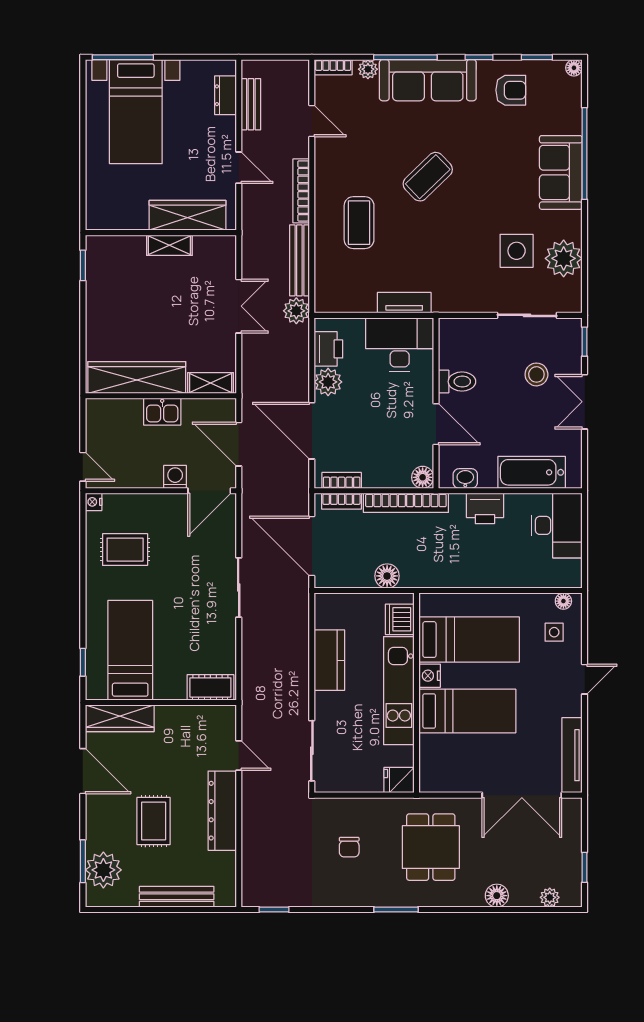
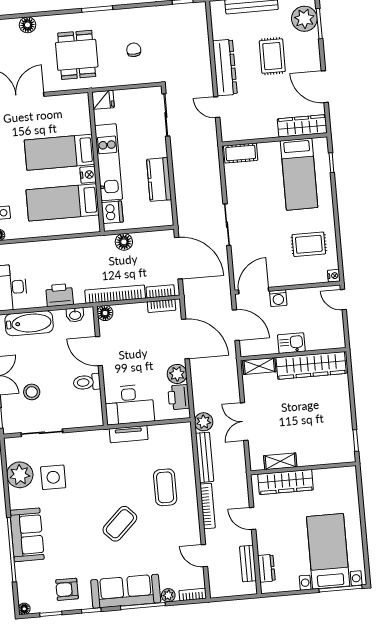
shelving: (169, 245) -> (280, 461), moved

